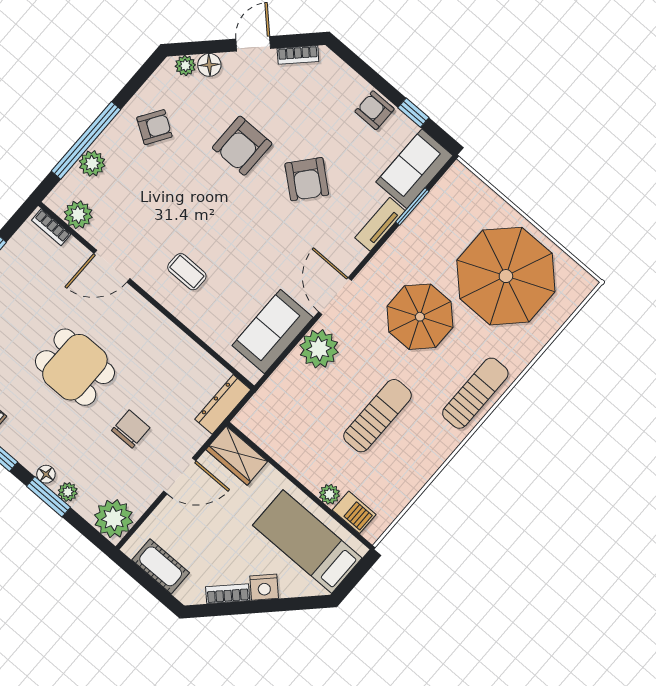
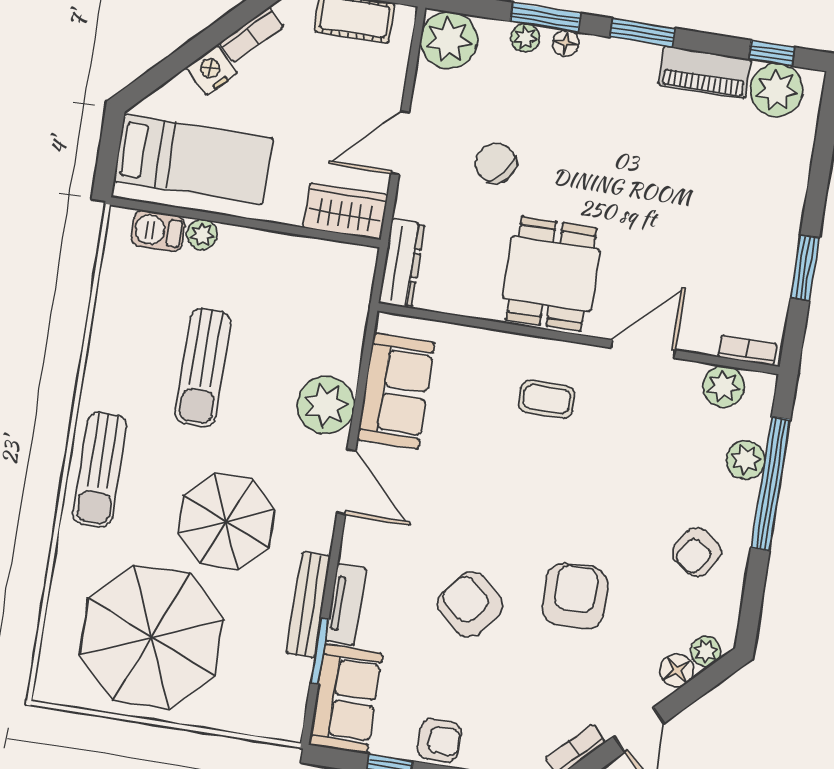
bench: (402, 238) -> (308, 605), added
dining table: (75, 367) -> (551, 274), moved, turned 90
chair: (131, 429) -> (496, 163), turned 129

